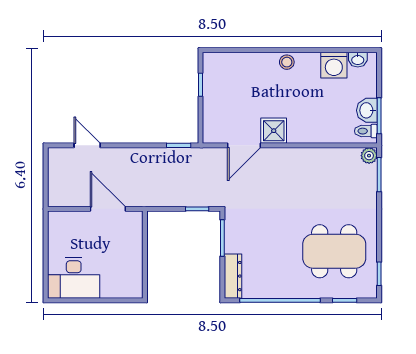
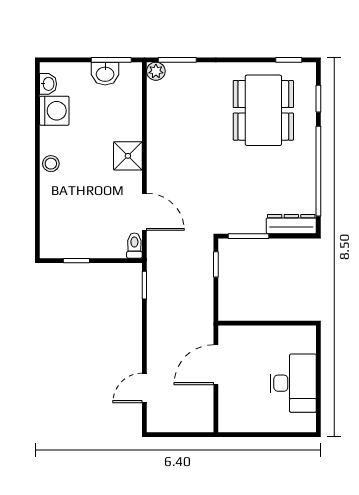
shower: (274, 131) -> (128, 156), moved
toilet: (366, 131) -> (134, 246), moved, turned 180
desk: (74, 278) -> (293, 383), moved

